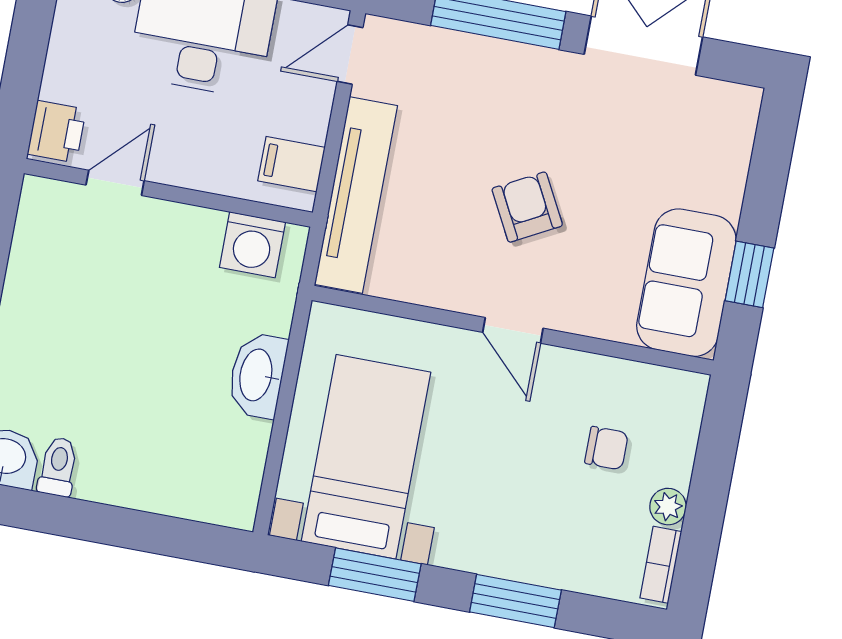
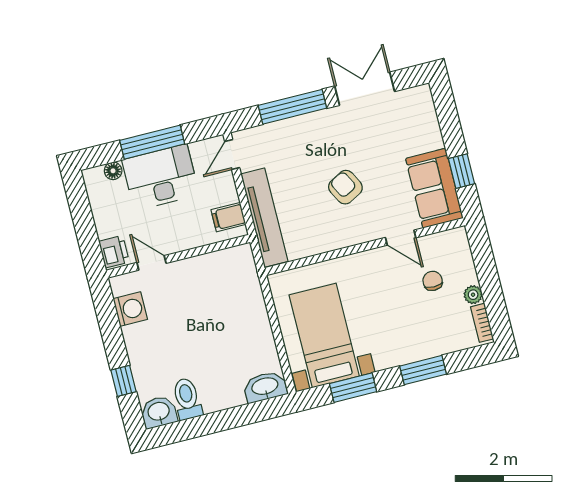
door: (115, 183) -> (152, 263), hinge flipped
washing machine: (252, 245) -> (130, 309), moved, turned -90
door: (513, 330) -> (401, 238), moved
washbasin: (257, 375) -> (265, 387), moved, turned 90
chair: (606, 448) -> (433, 281), turned -90
toilet: (58, 467) -> (187, 399), width x1.37, depth x1.39

